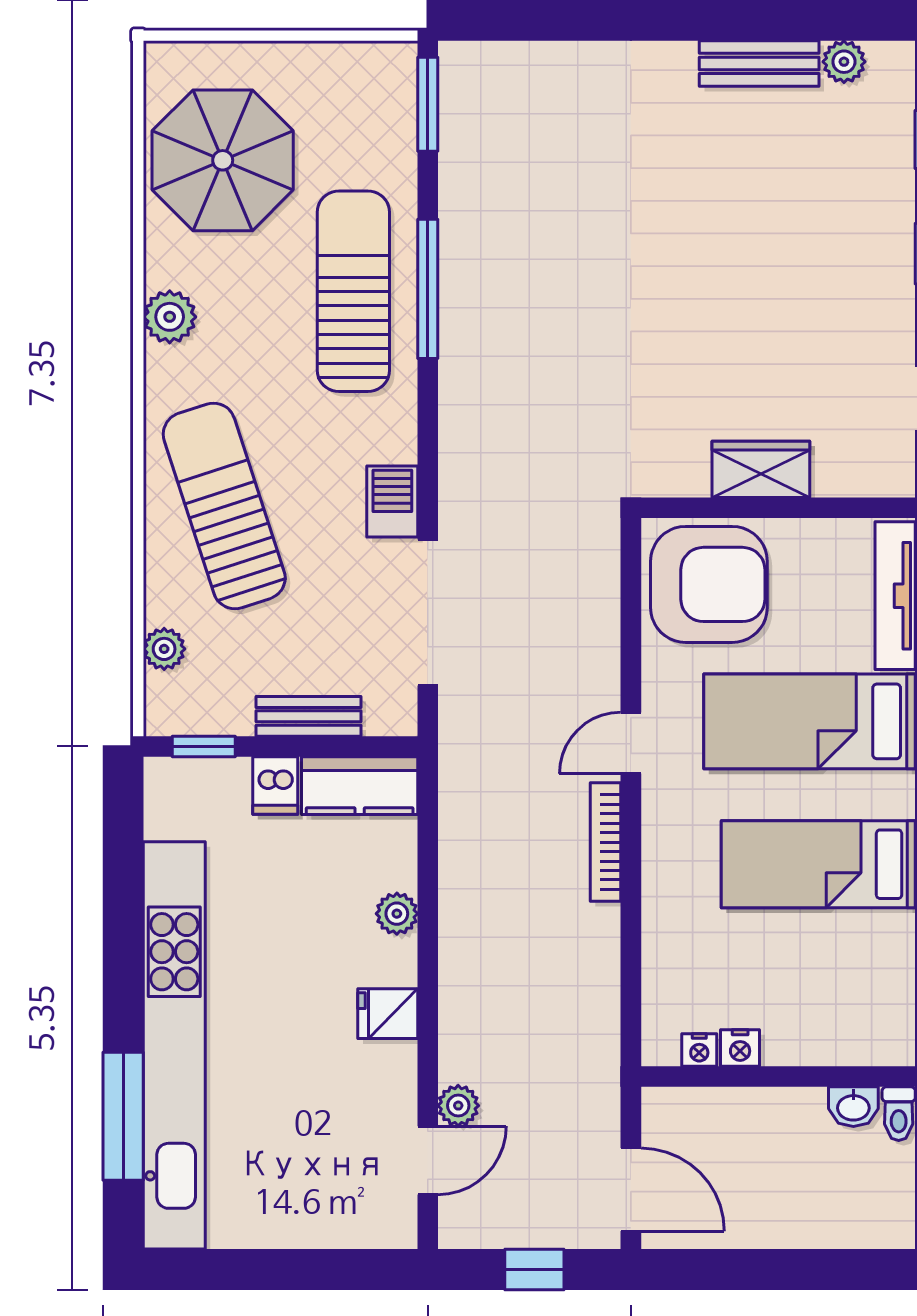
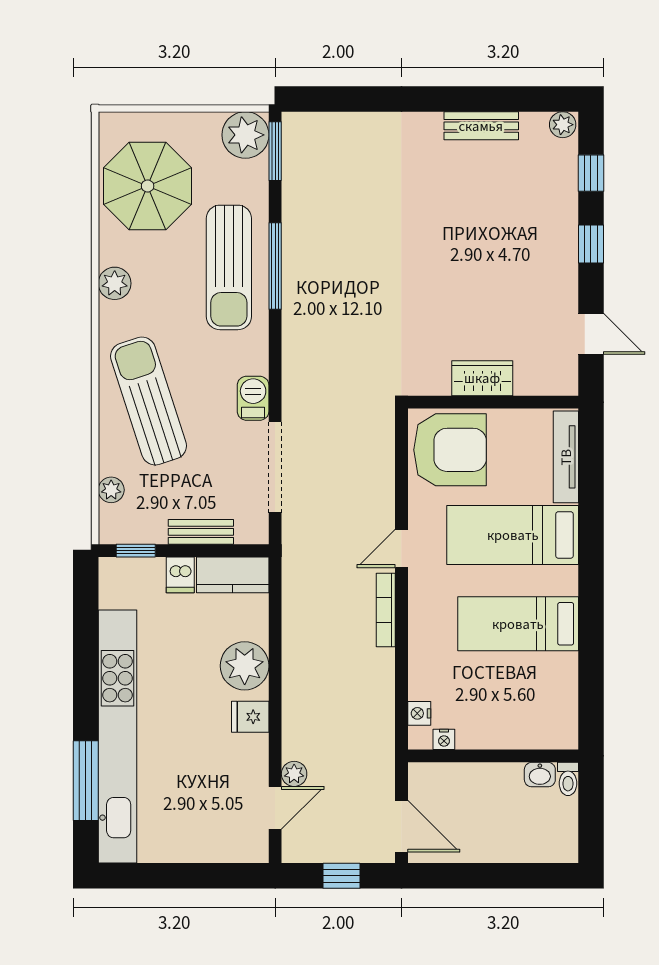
plant: (844, 62) -> (563, 125), moved
plant: (380, 78) -> (245, 135), added
sun lounger: (353, 291) -> (229, 267), turned 180
plant: (397, 914) -> (245, 666), width x1.87, depth x1.87
nightstand: (740, 1048) -> (419, 713), moved, turned 90

